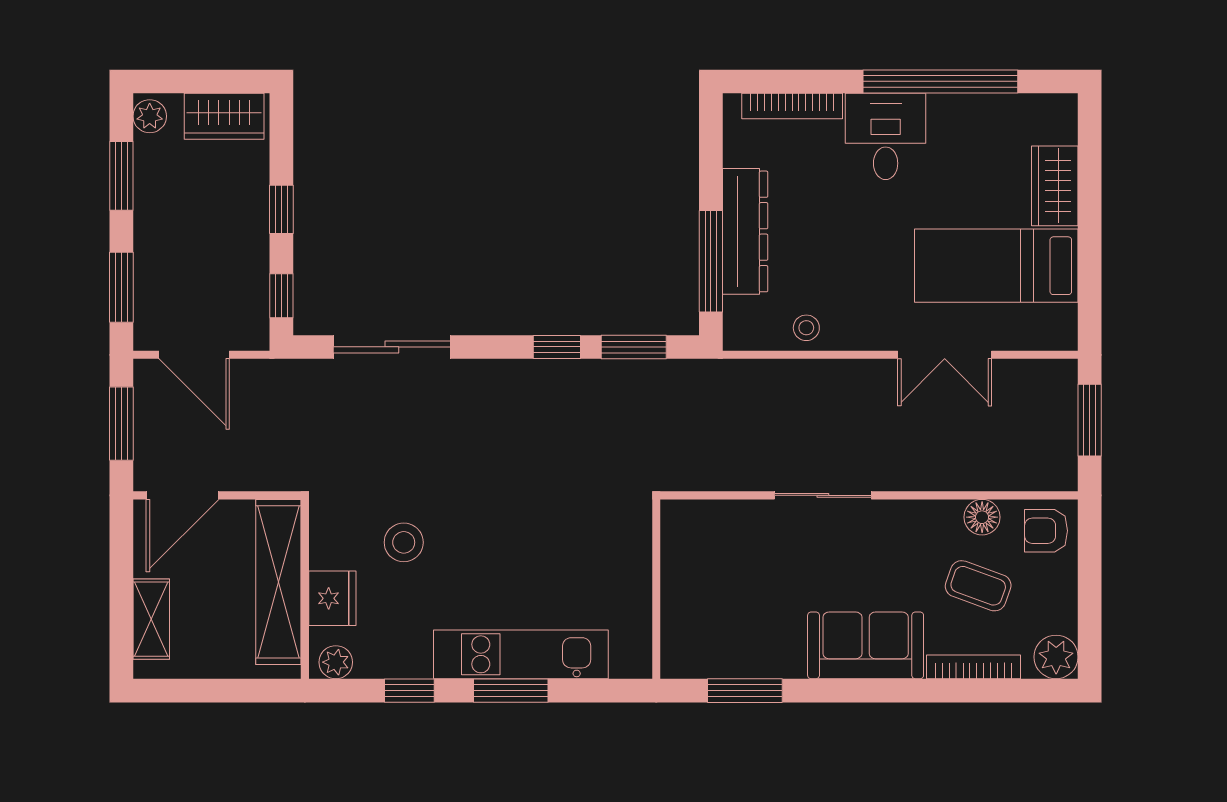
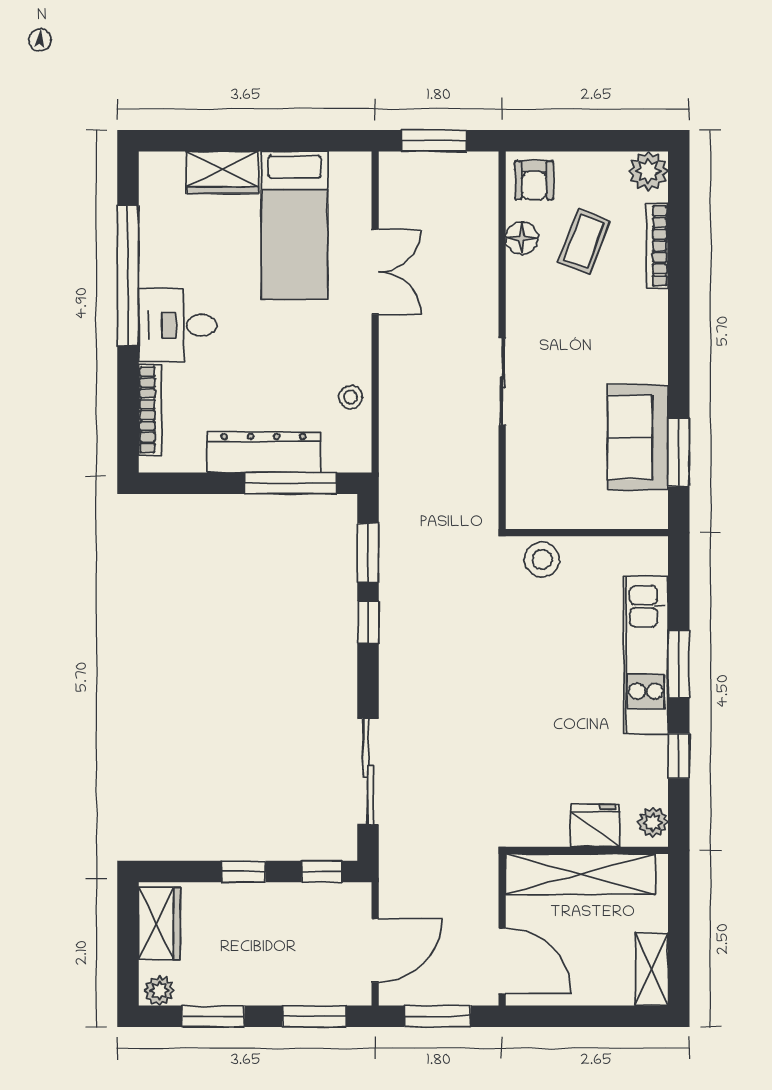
stool: (404, 542) -> (542, 559), moved
shelving: (151, 619) -> (652, 969), moved, turned 90
sofa: (866, 645) -> (638, 437), moved

